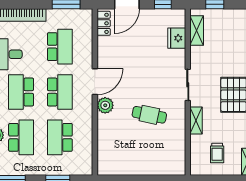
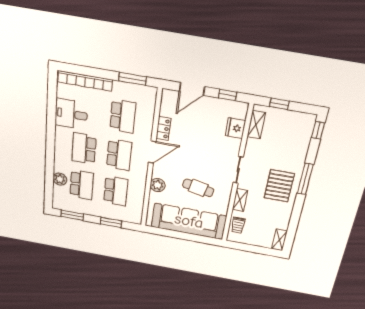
locker: (104, 23) -> (163, 129), moved
plant: (105, 105) -> (158, 185), moved
school desk: (60, 137) -> (116, 191), turned 180
trolley: (217, 153) -> (238, 225), moved
sofa: (145, 159) -> (189, 221), added

